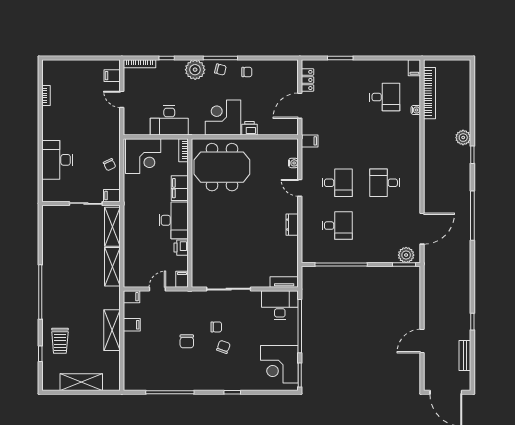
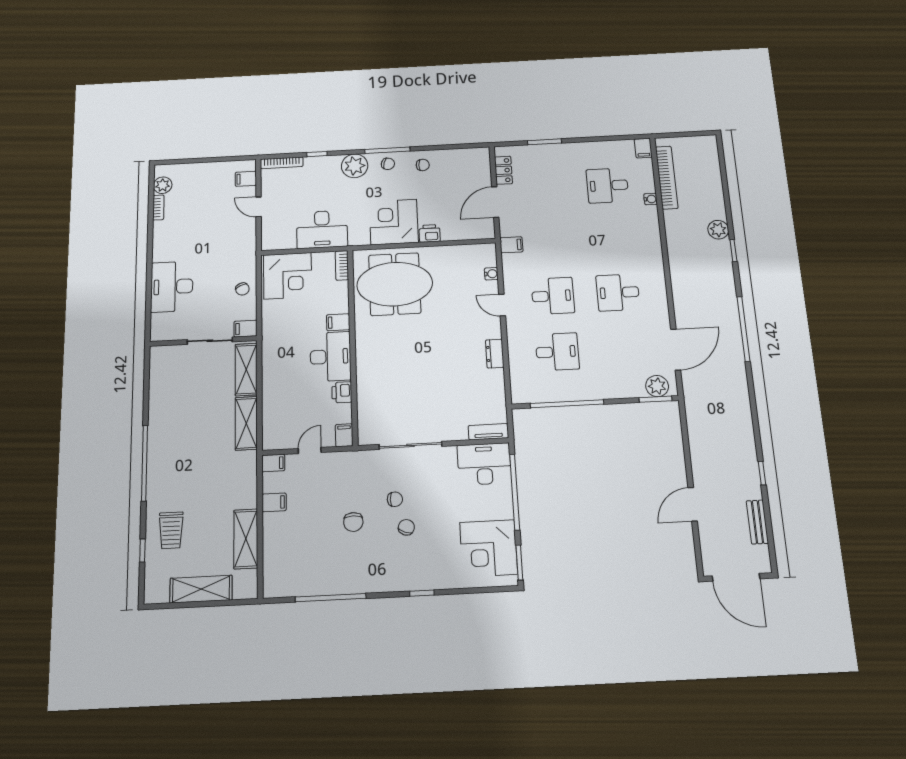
plant: (49, 77) -> (163, 185), added
desk: (385, 97) -> (607, 185), turned 180
filing cabinet: (180, 188) -> (338, 322), width x0.50
shelving: (112, 330) -> (246, 539), moved

